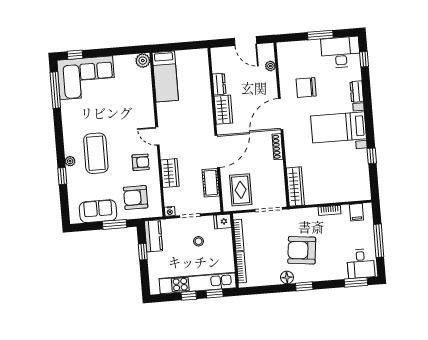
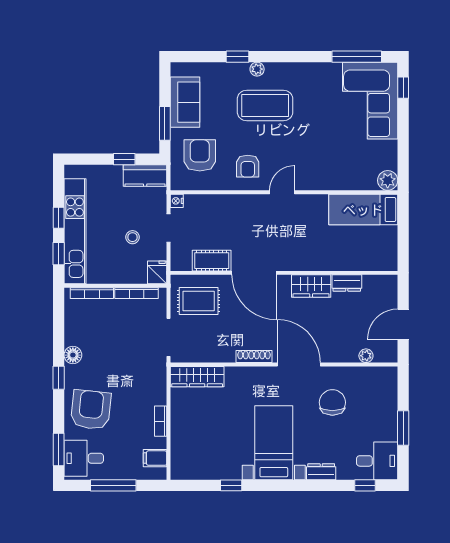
desk: (341, 52) -> (377, 461), width x0.73
wardrobe: (170, 173) -> (230, 205), removed
armchair: (302, 250) -> (91, 410), moved

